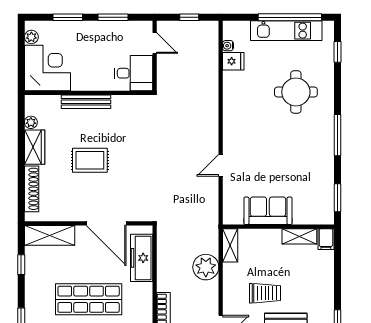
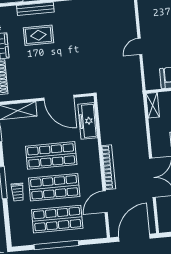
rug: (90, 160) -> (38, 35), moved
plant: (206, 267) -> (136, 123), removed

